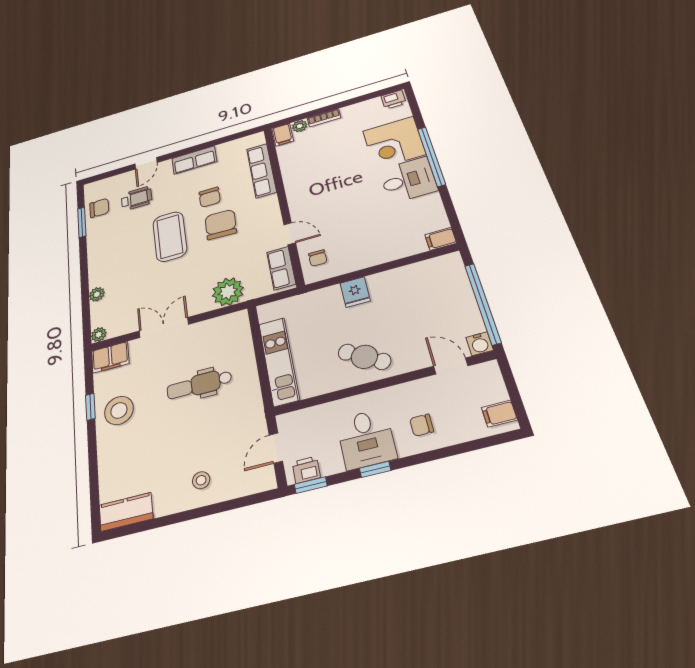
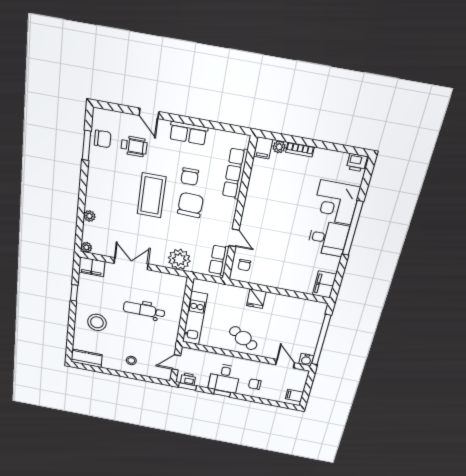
door: (146, 163) -> (149, 113), hinge flipped
filing cabinet: (441, 239) -> (324, 285), width x2.00
stool: (119, 410) -> (97, 322), moved

